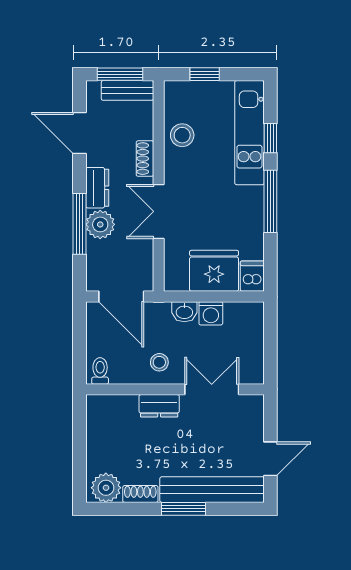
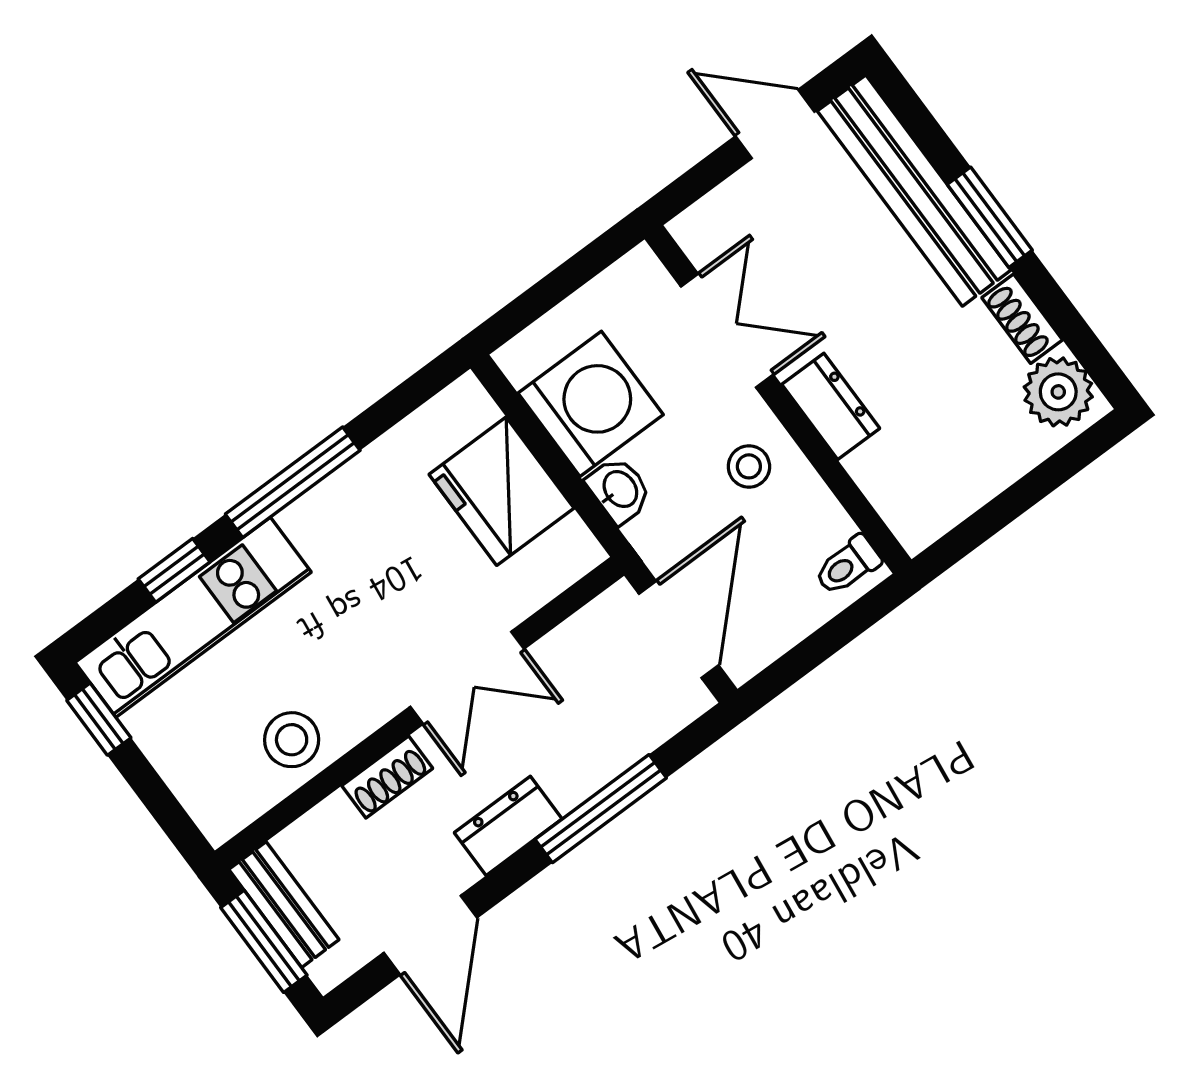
window: (205, 74) -> (99, 719), moved
plant: (100, 224) -> (573, 769), removed
dishwasher: (252, 276) -> (458, 412), removed
washing machine: (211, 313) -> (591, 404), width x1.89, depth x1.89
double door: (212, 389) -> (727, 331), swing flipped

